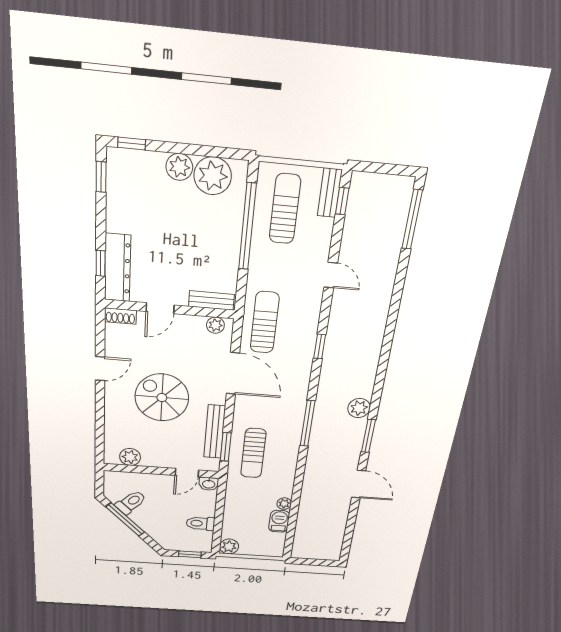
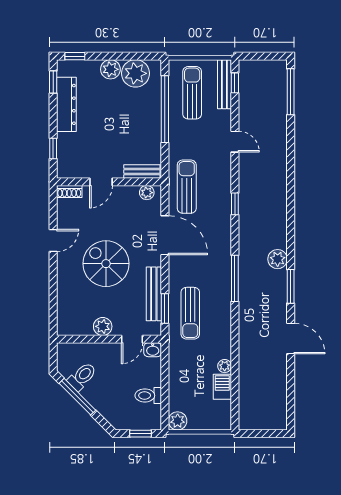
bench: (330, 193) -> (224, 84), width x1.36
dresser: (118, 268) -> (66, 104), moved
plant: (130, 457) -> (103, 326), moved

